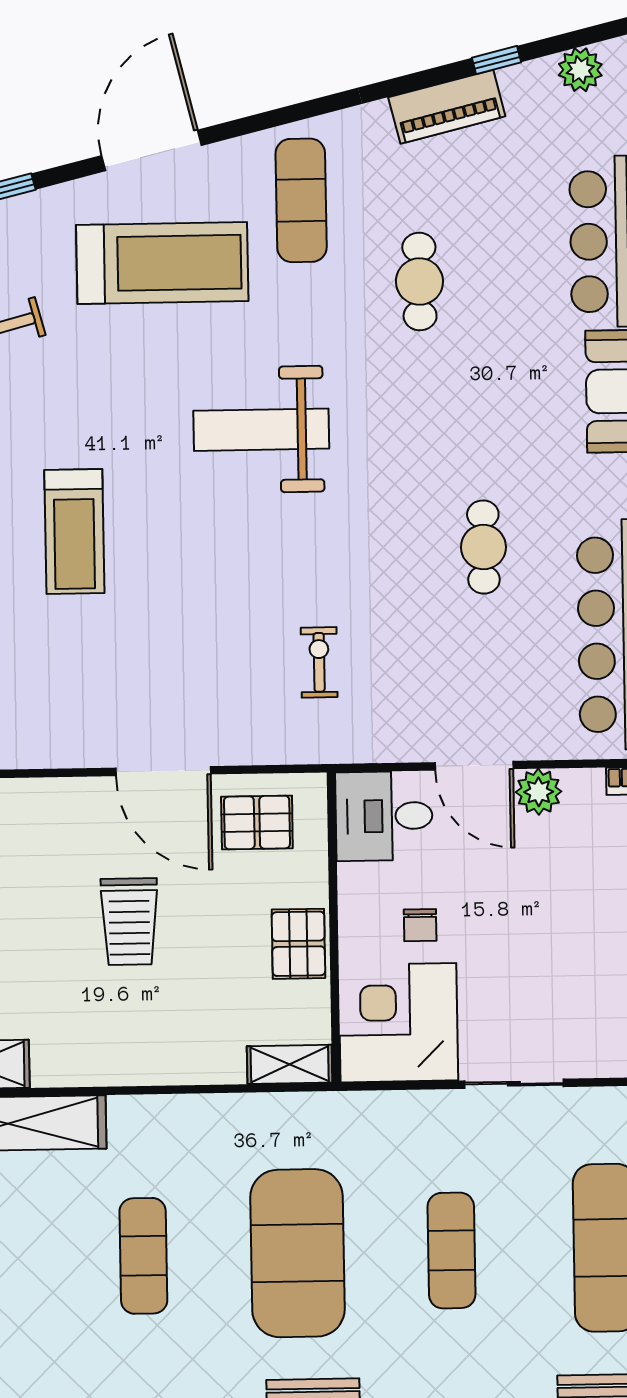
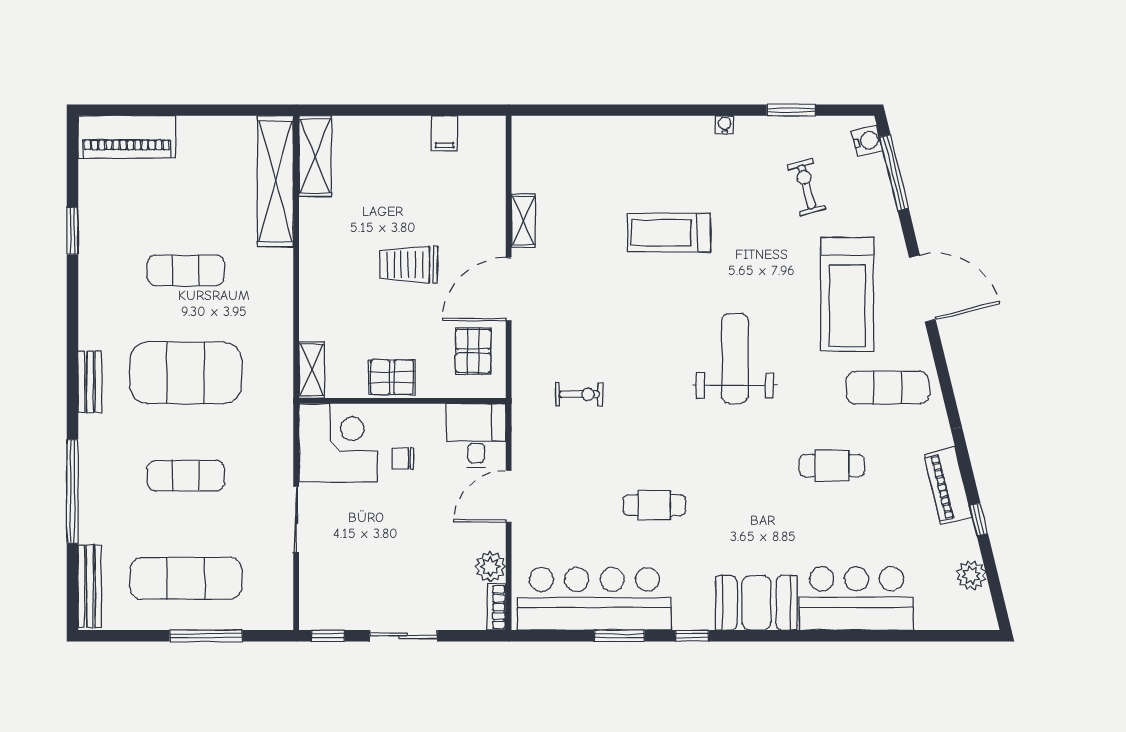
shelving: (60, 751) -> (523, 221), added
plant: (539, 792) -> (490, 567), moved

